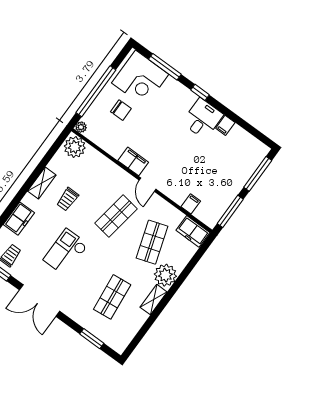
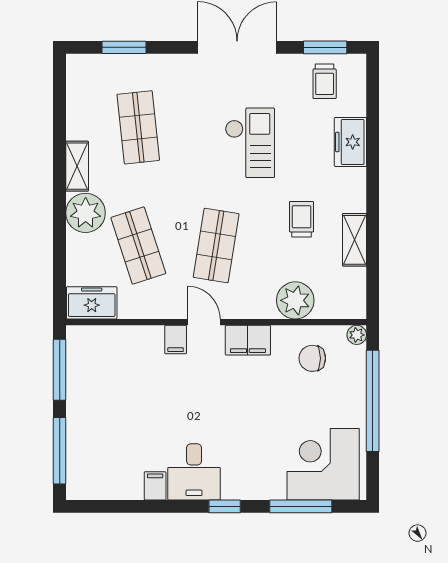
chair: (121, 110) -> (312, 358), moved
plant: (75, 147) -> (295, 300), moved
shelving: (42, 183) -> (355, 240), moved
filing cabinet: (191, 204) -> (176, 340), moved

